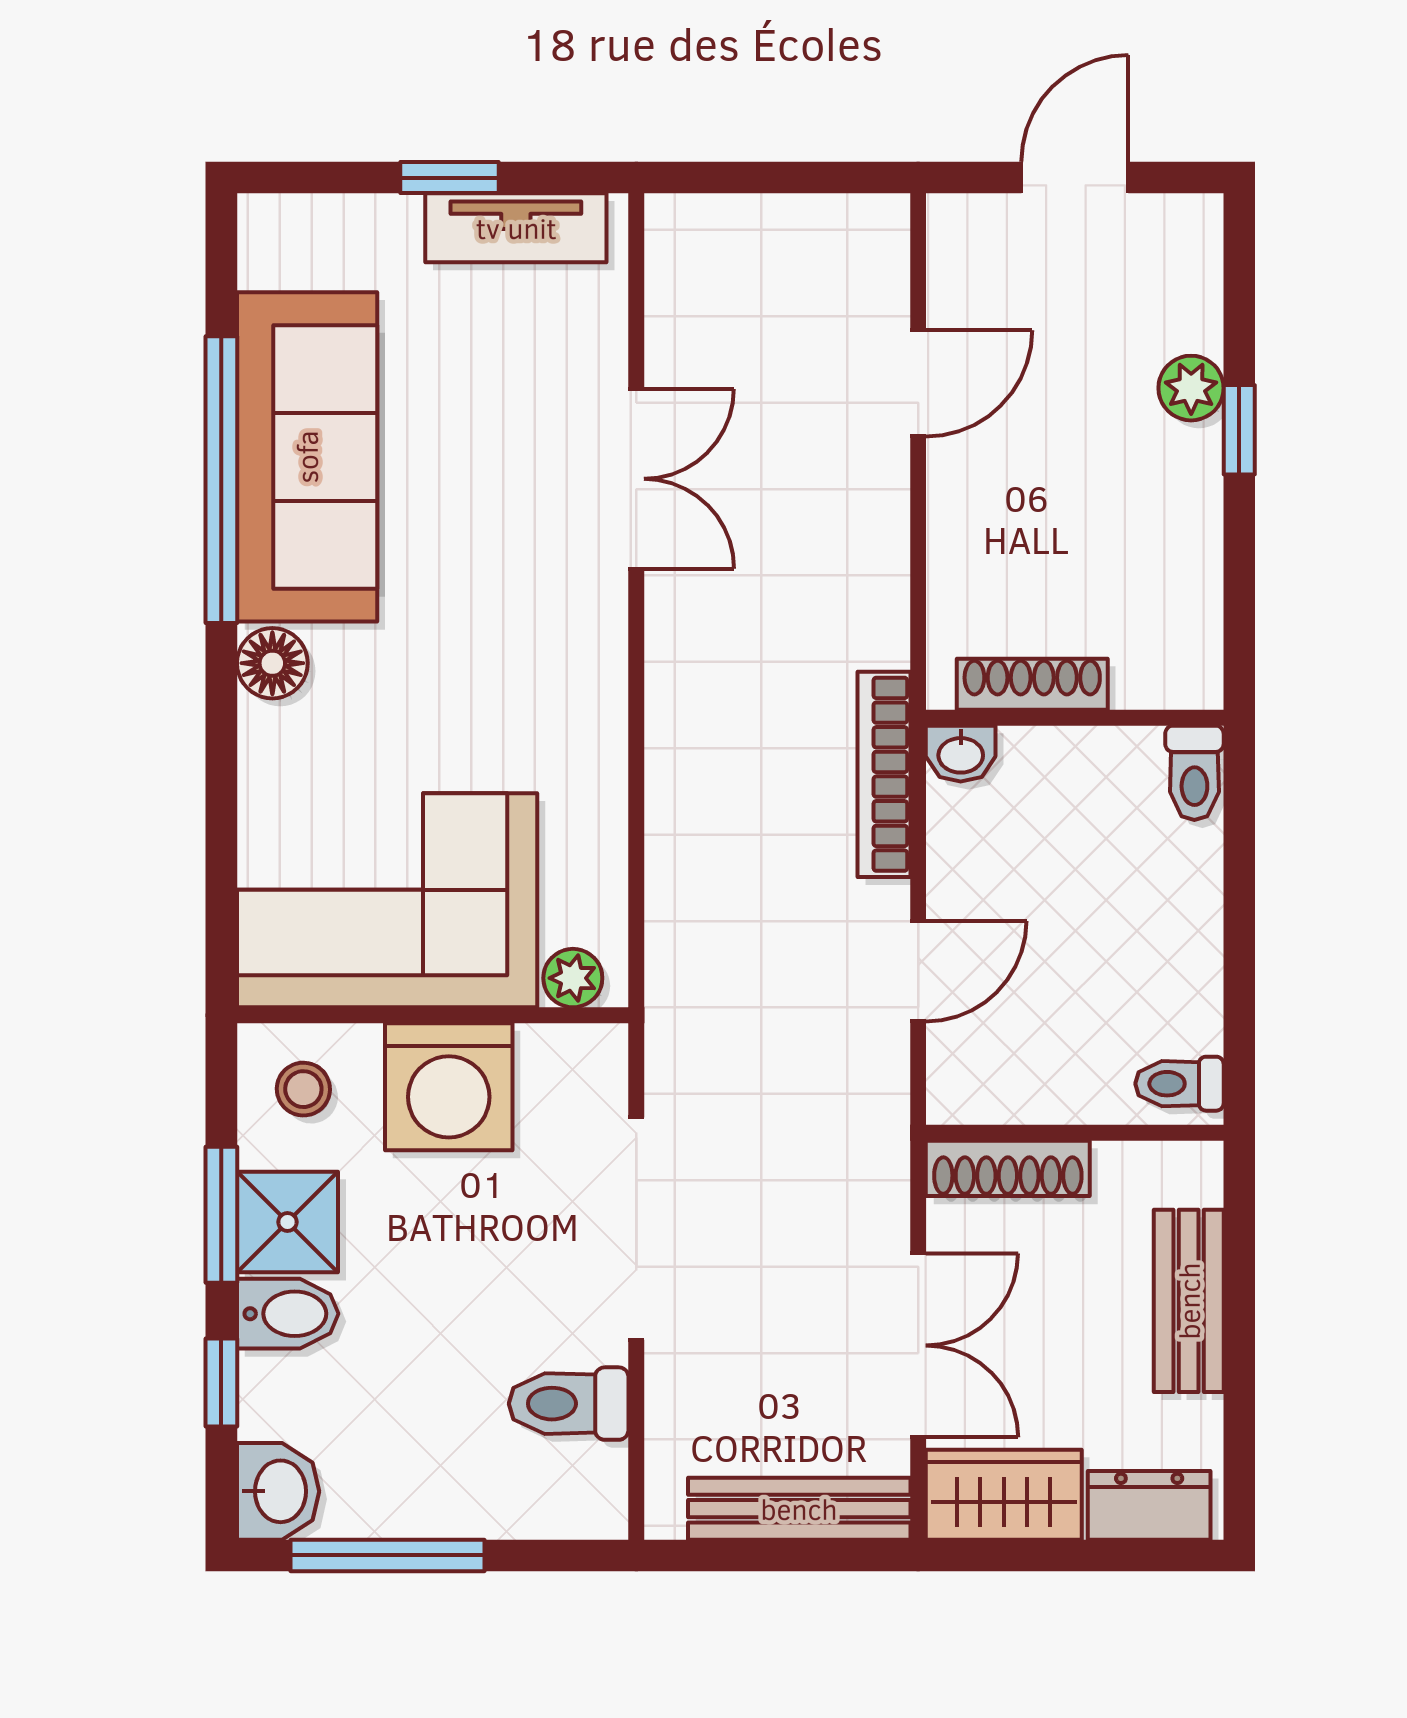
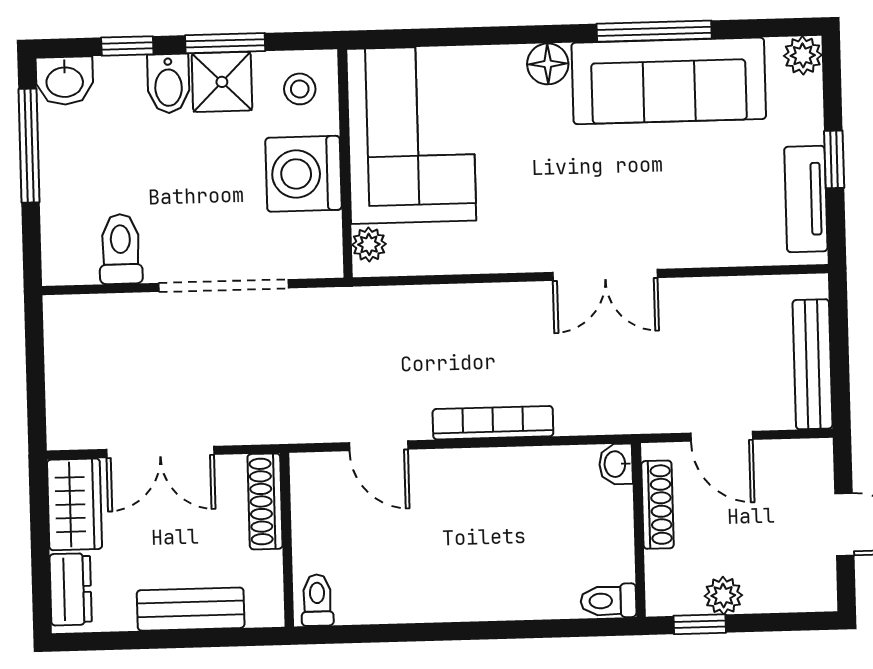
plant: (270, 226) -> (803, 55), added
double door: (636, 479) -> (605, 275), moved
window: (221, 480) -> (654, 31), width x0.68
shoe rack: (1032, 684) -> (658, 505), moved
wall: (1075, 718) -> (639, 530), moved
washbasin: (961, 754) -> (616, 464), moved
toilet: (1194, 773) -> (608, 601), moved
bench: (799, 1509) -> (813, 364), moved

